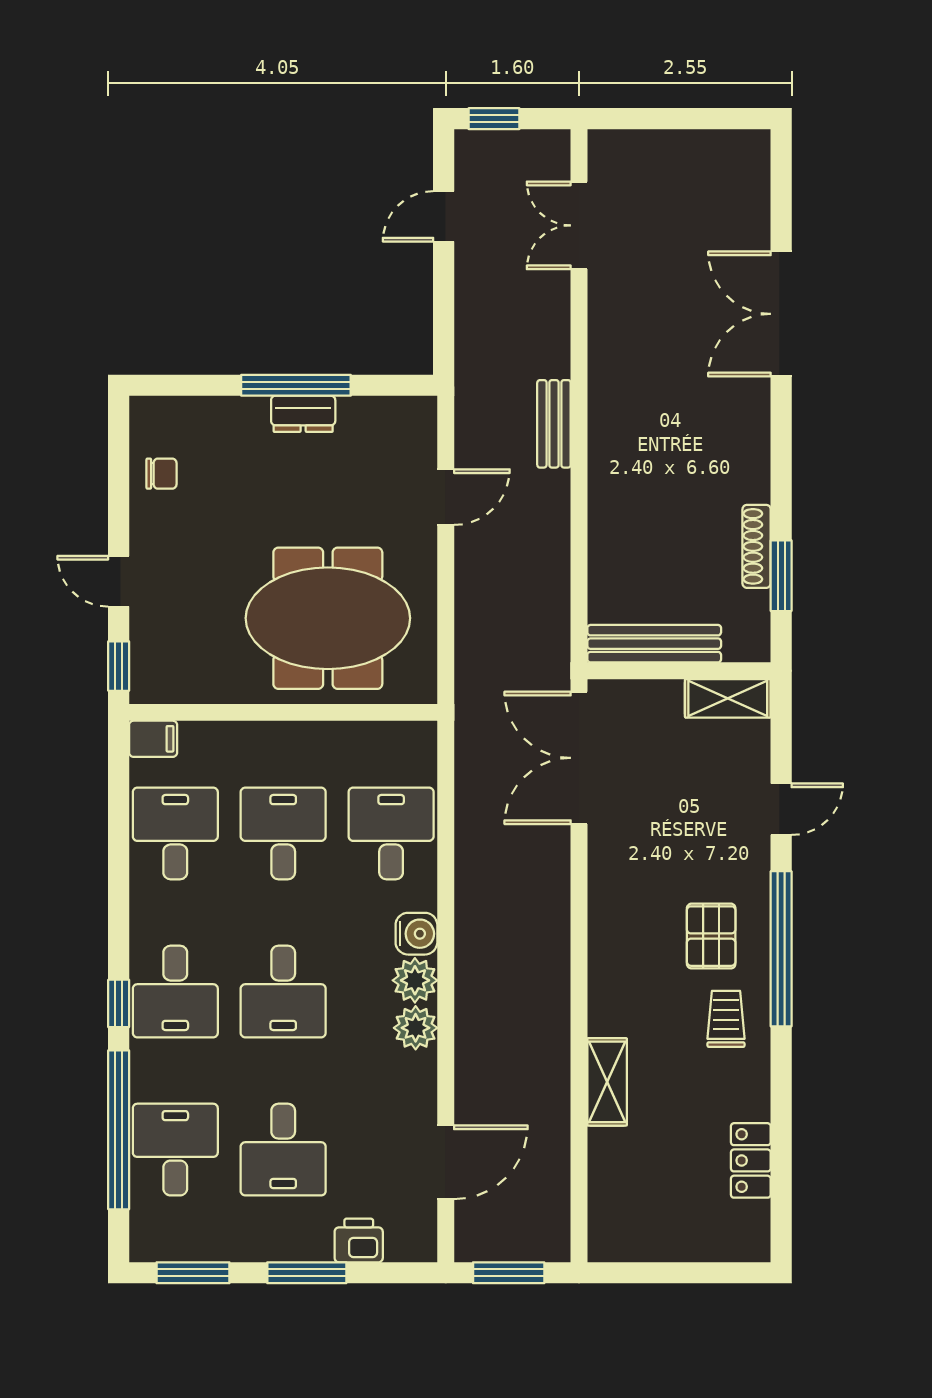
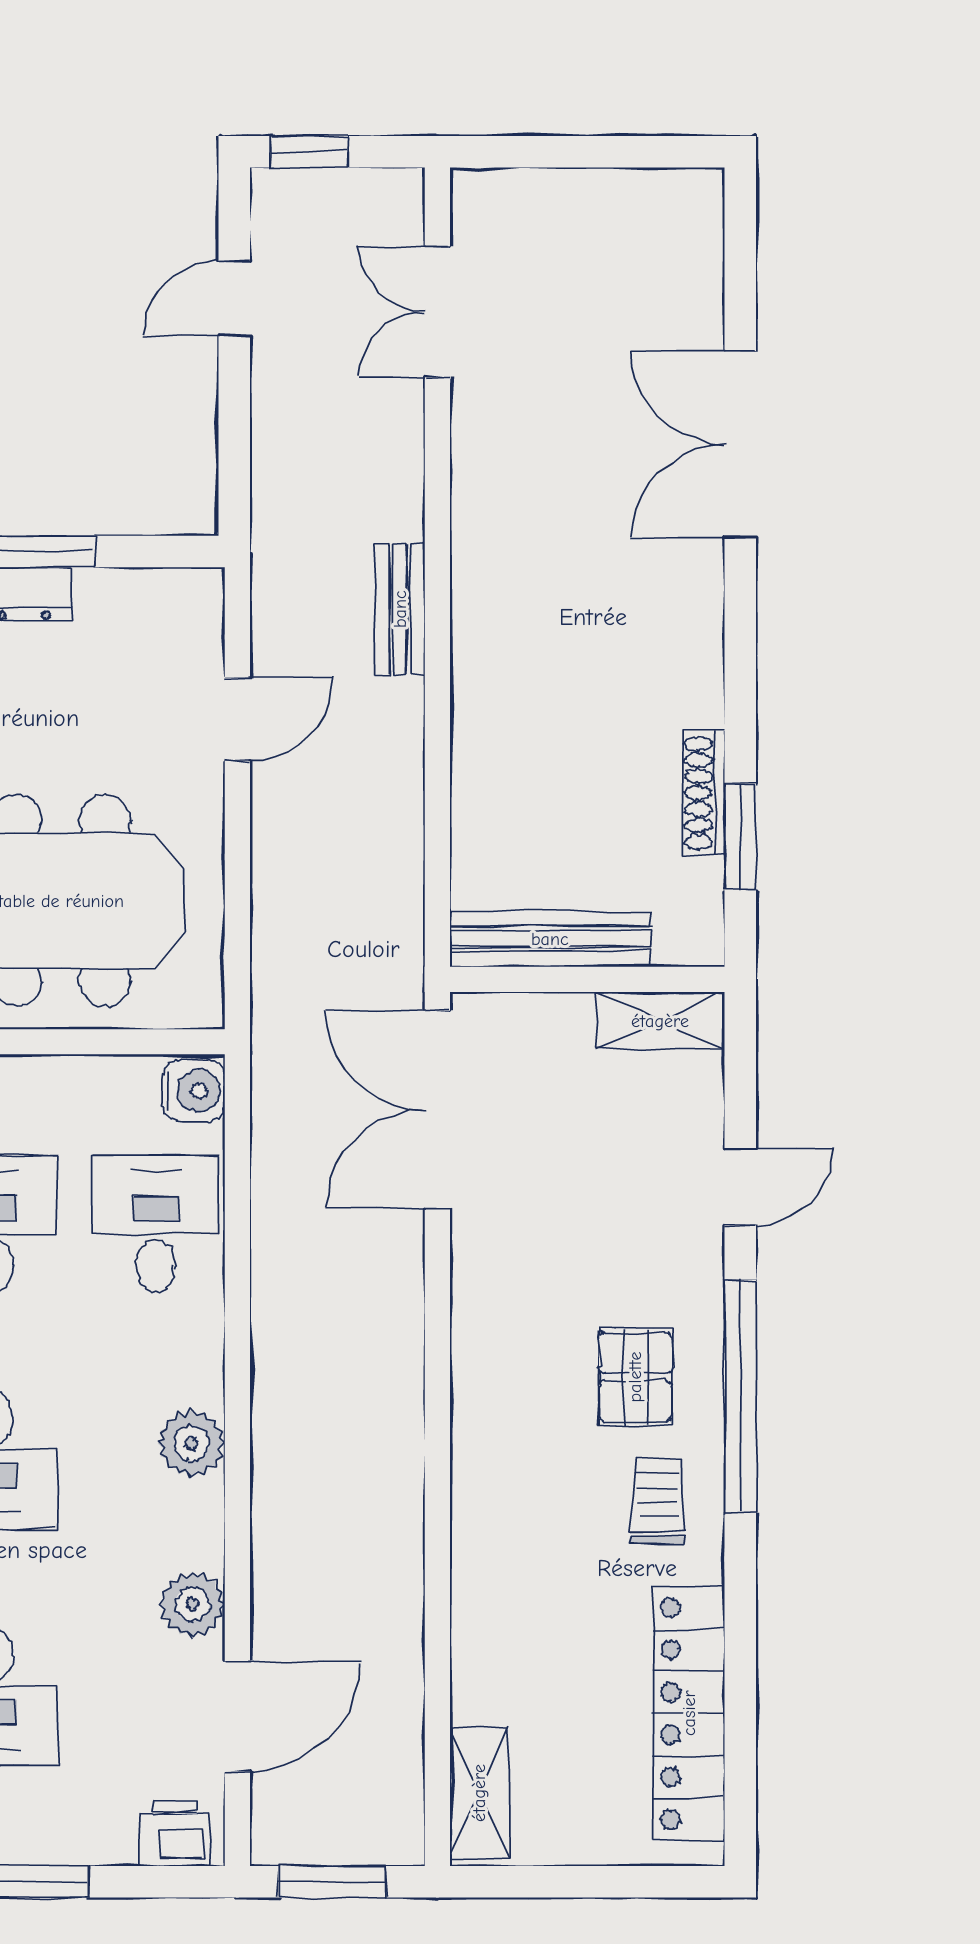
water cooler: (416, 934) -> (194, 1091), moved
plant: (416, 1028) -> (192, 1604), moved
shelving: (607, 1082) -> (479, 1793), moved
locker: (751, 1160) -> (689, 1713), width x2.16, depth x1.21
printer: (359, 1240) -> (175, 1833), moved

